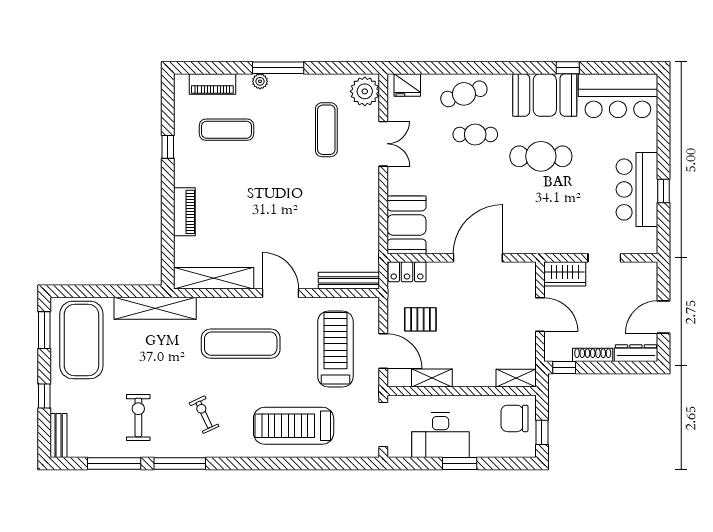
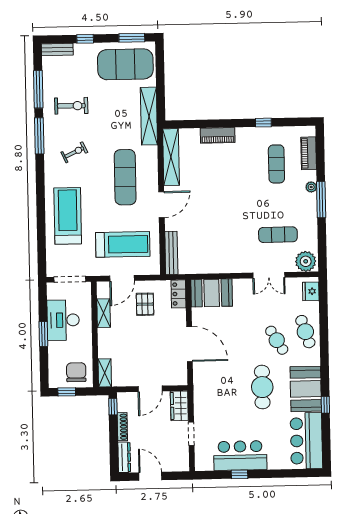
cafe table: (475, 134) -> (277, 340), turned -31

